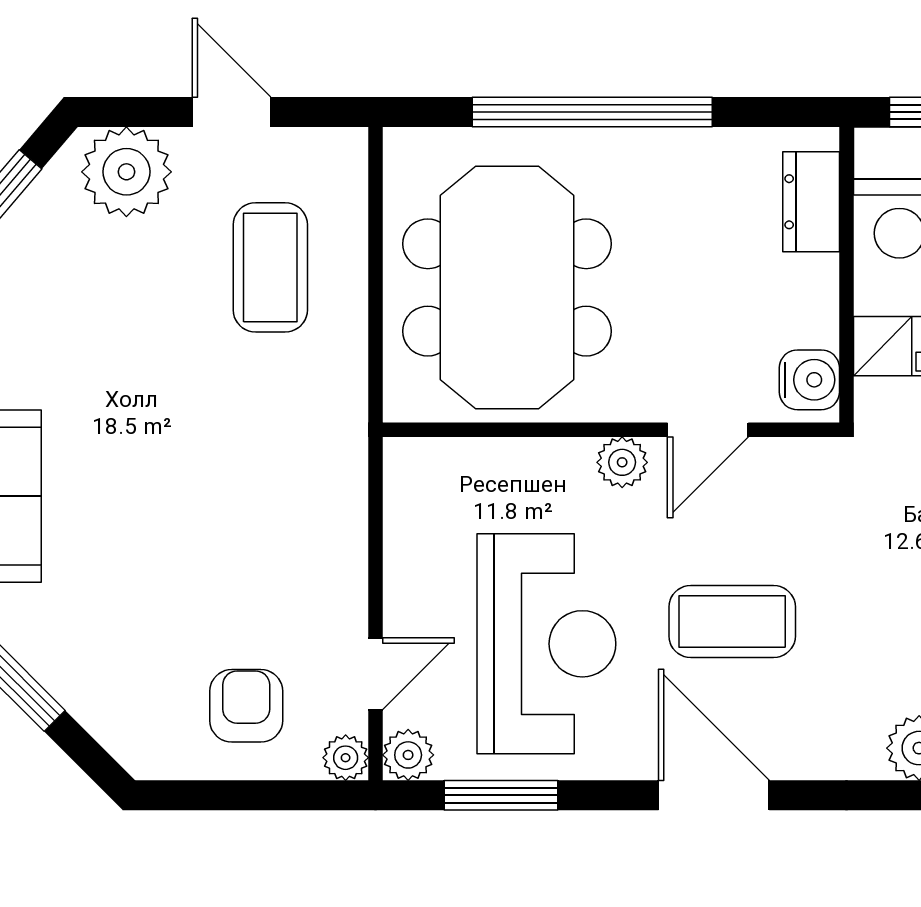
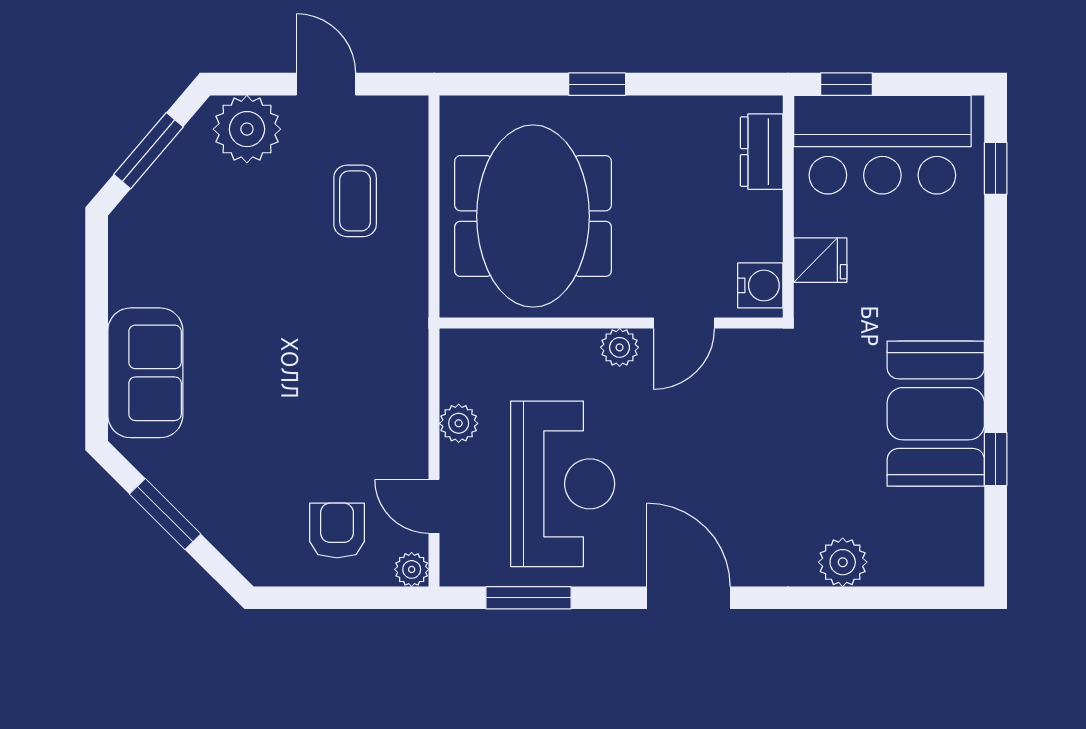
window: (592, 112) -> (597, 84), width x0.32
coffee table: (270, 267) -> (355, 201), width x0.73, depth x0.77
coffee table: (732, 621) -> (702, 467), removed
door: (375, 674) -> (434, 506), swing flipped
plant: (408, 755) -> (459, 423), moved

